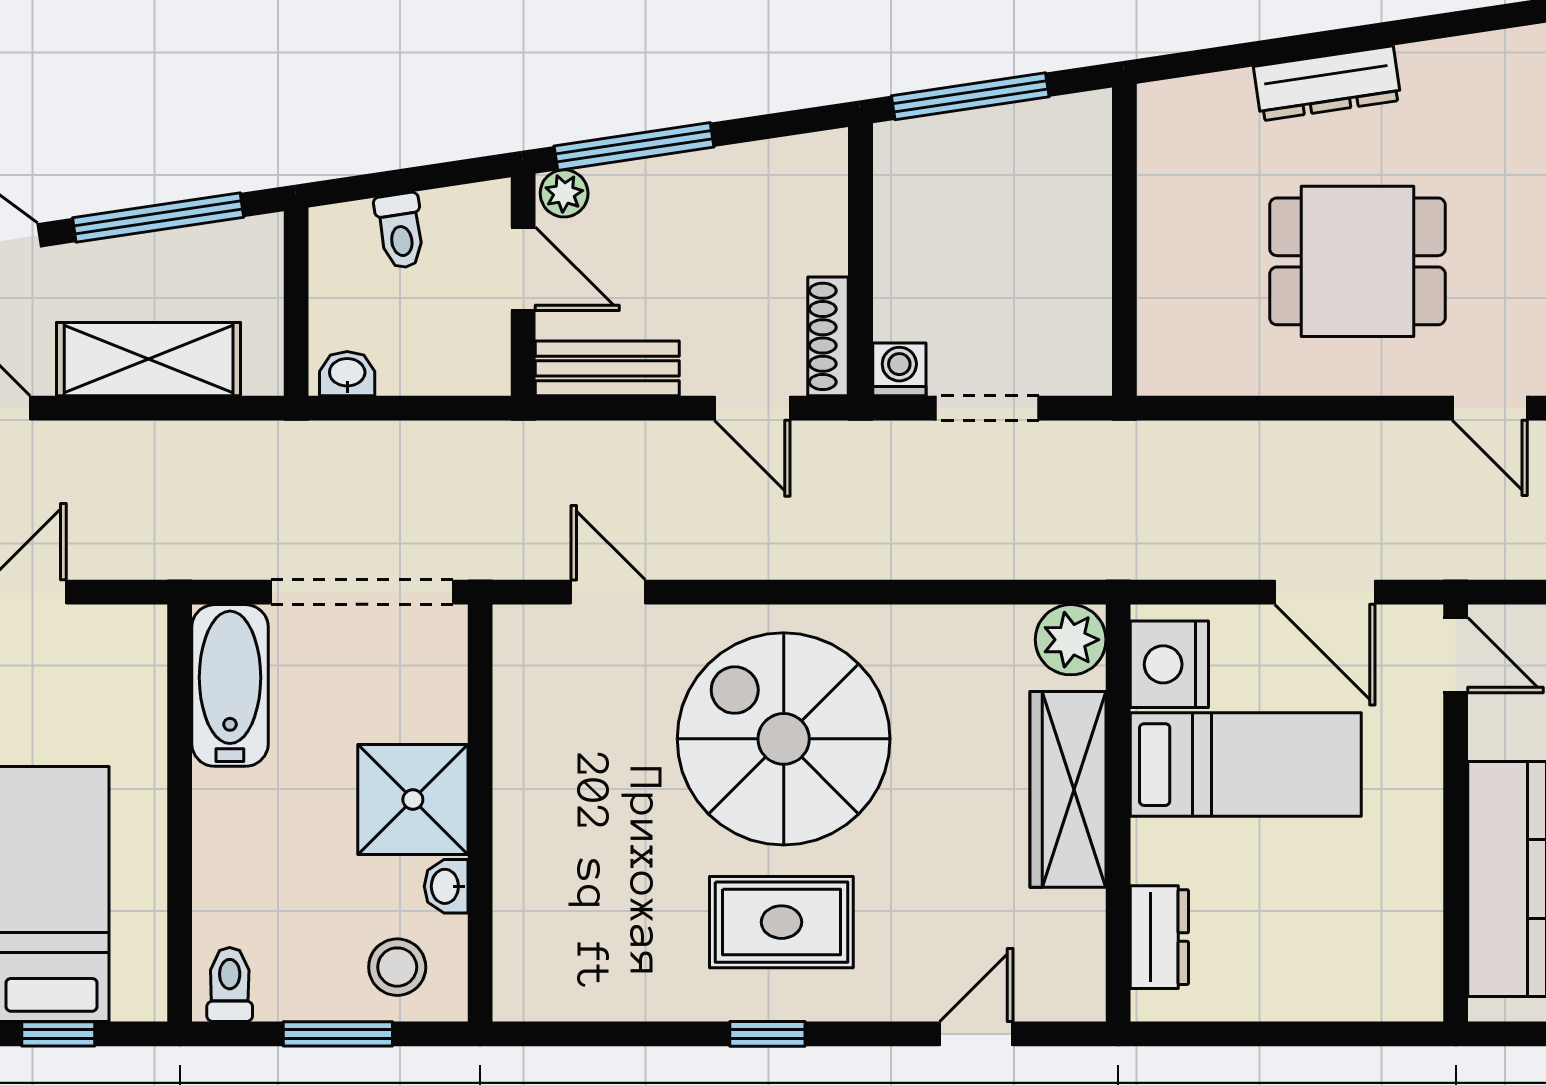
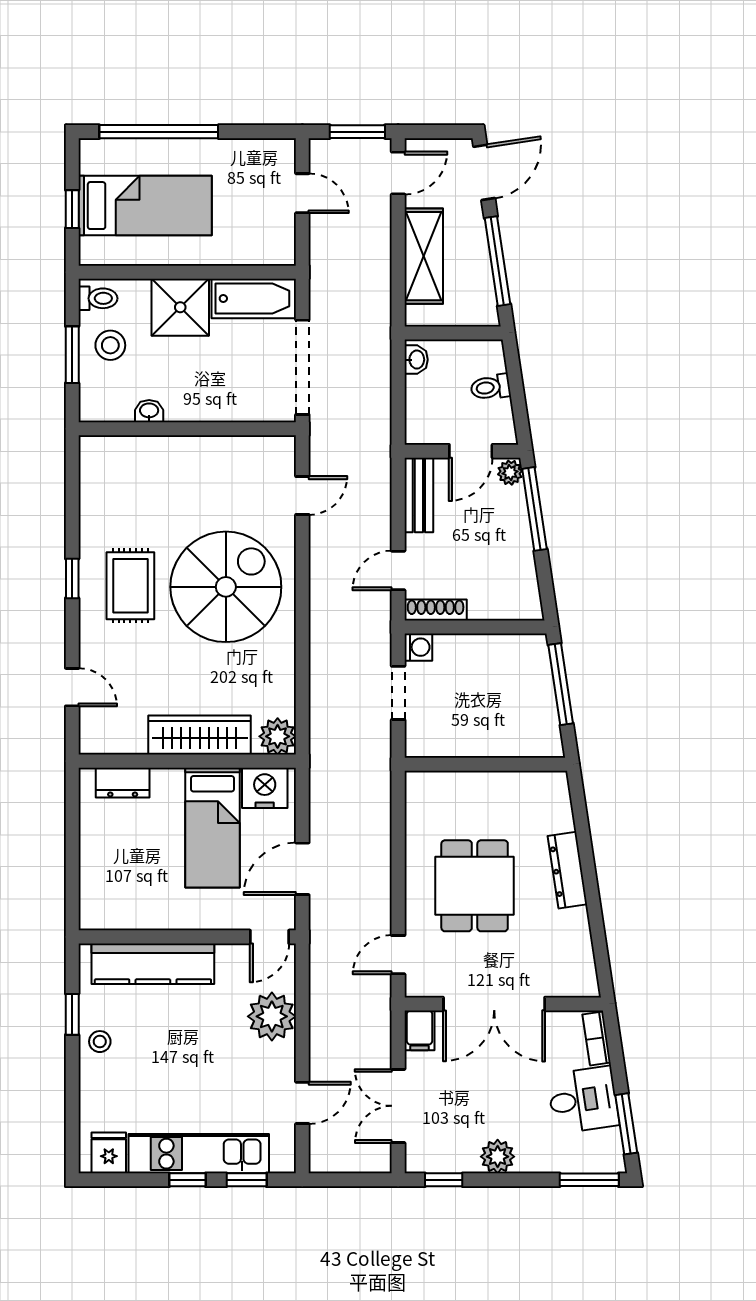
shower: (413, 800) -> (180, 307), moved
stool: (397, 967) -> (110, 345), moved

